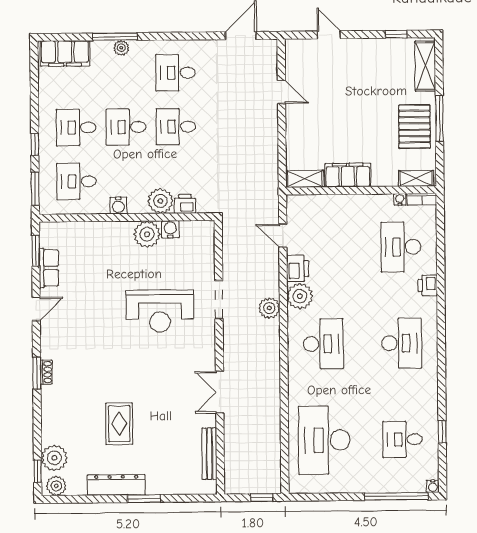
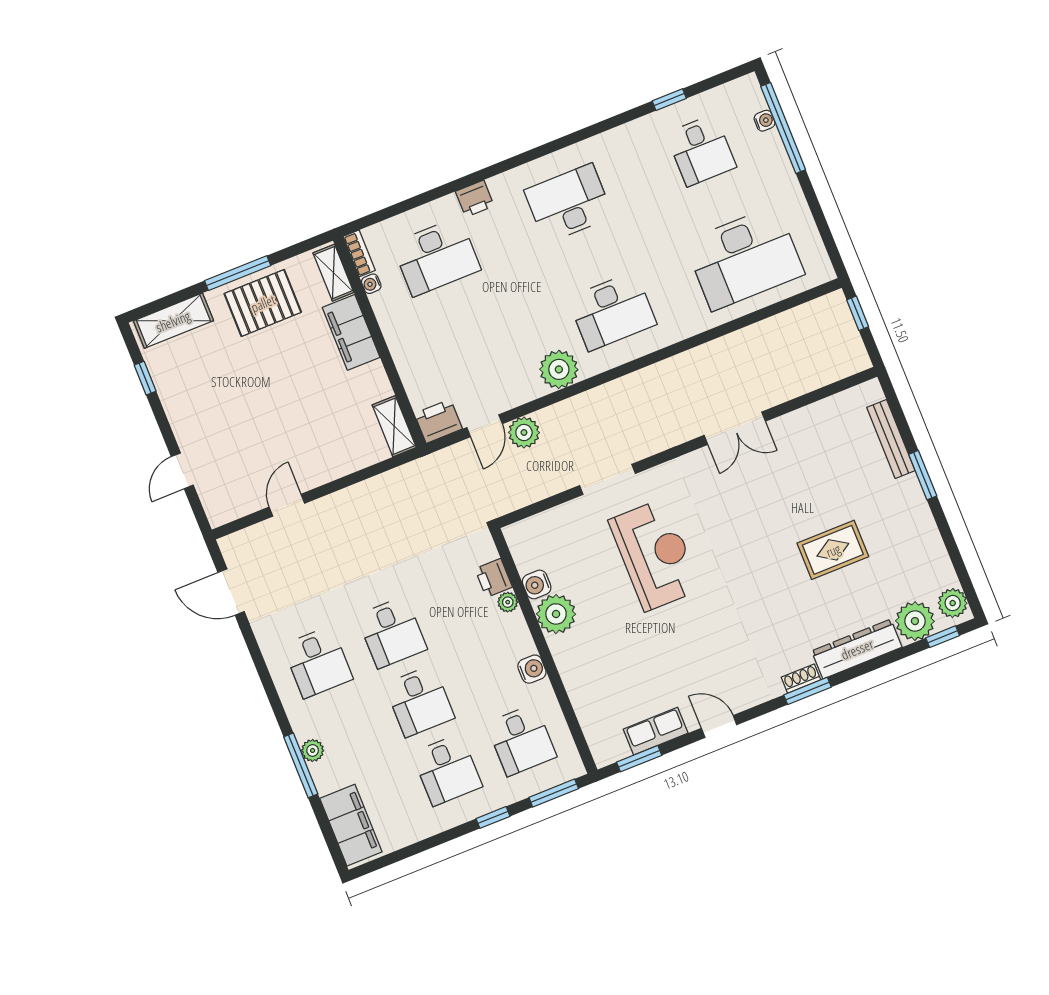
filing cabinet: (348, 175) -> (351, 332), moved
plant: (160, 201) -> (508, 602), width x0.53, depth x0.53
printer: (298, 268) -> (438, 421), moved
plant: (269, 308) -> (524, 432), moved
desk: (323, 344) -> (612, 311), turned 180
bench: (209, 454) -> (891, 439), moved, turned 90
dresser: (116, 485) -> (857, 649), moved, turned 90
water cooler: (433, 486) -> (765, 121), moved

